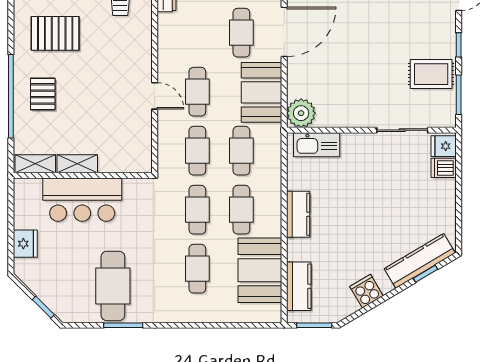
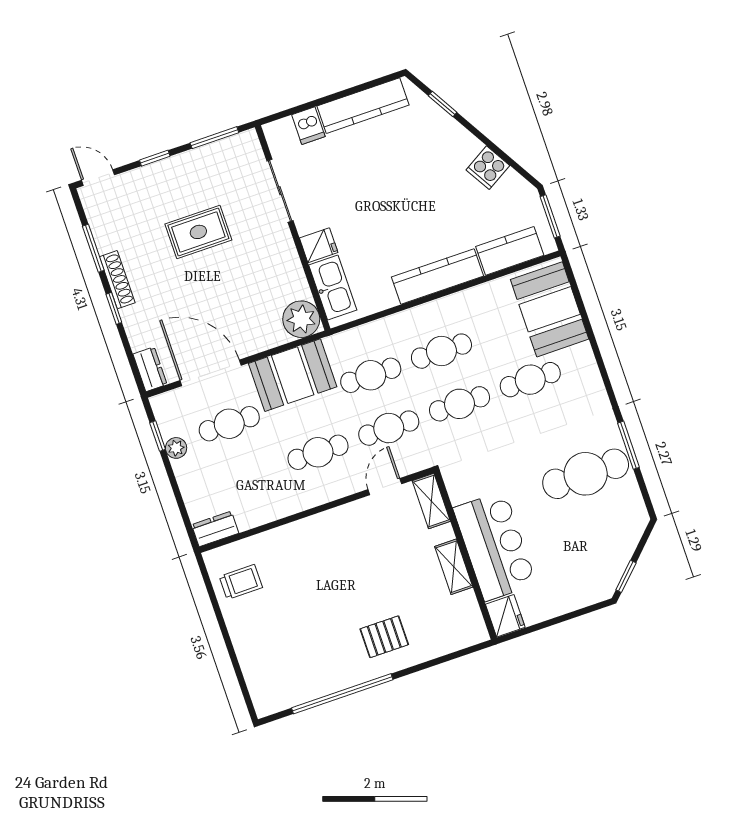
pallet: (55, 33) -> (307, 647), removed
rug: (431, 74) -> (198, 232), moved, turned 90
window: (11, 96) -> (342, 694), moved
door: (155, 96) -> (385, 487), moved
fridge: (444, 146) -> (319, 245), moved, turned -90
shelving: (35, 164) -> (431, 501), moved
kitchen counter: (298, 214) -> (437, 277), width x1.50
fridge: (25, 244) -> (505, 616), moved, turned 90
kitchen counter: (420, 261) -> (363, 106), moved, turned -59
booth: (260, 270) -> (550, 309), moved, turned 90
window: (43, 307) -> (626, 576), moved

